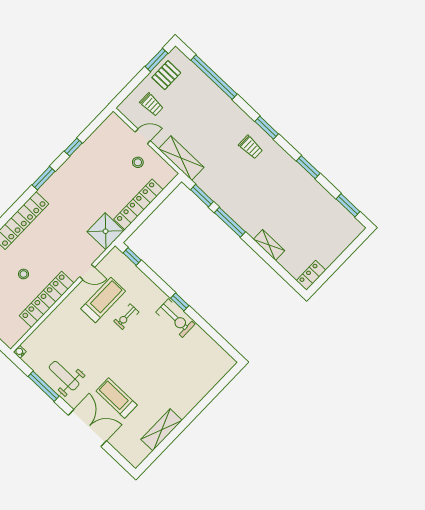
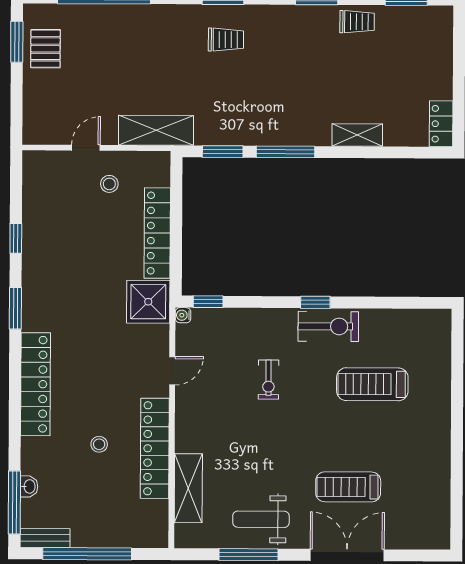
trolley: (152, 104) -> (357, 22), moved
treadmill: (103, 300) -> (372, 384), moved, turned -90
water cooler: (20, 352) -> (183, 315), moved
shelving: (162, 430) -> (188, 488), moved

